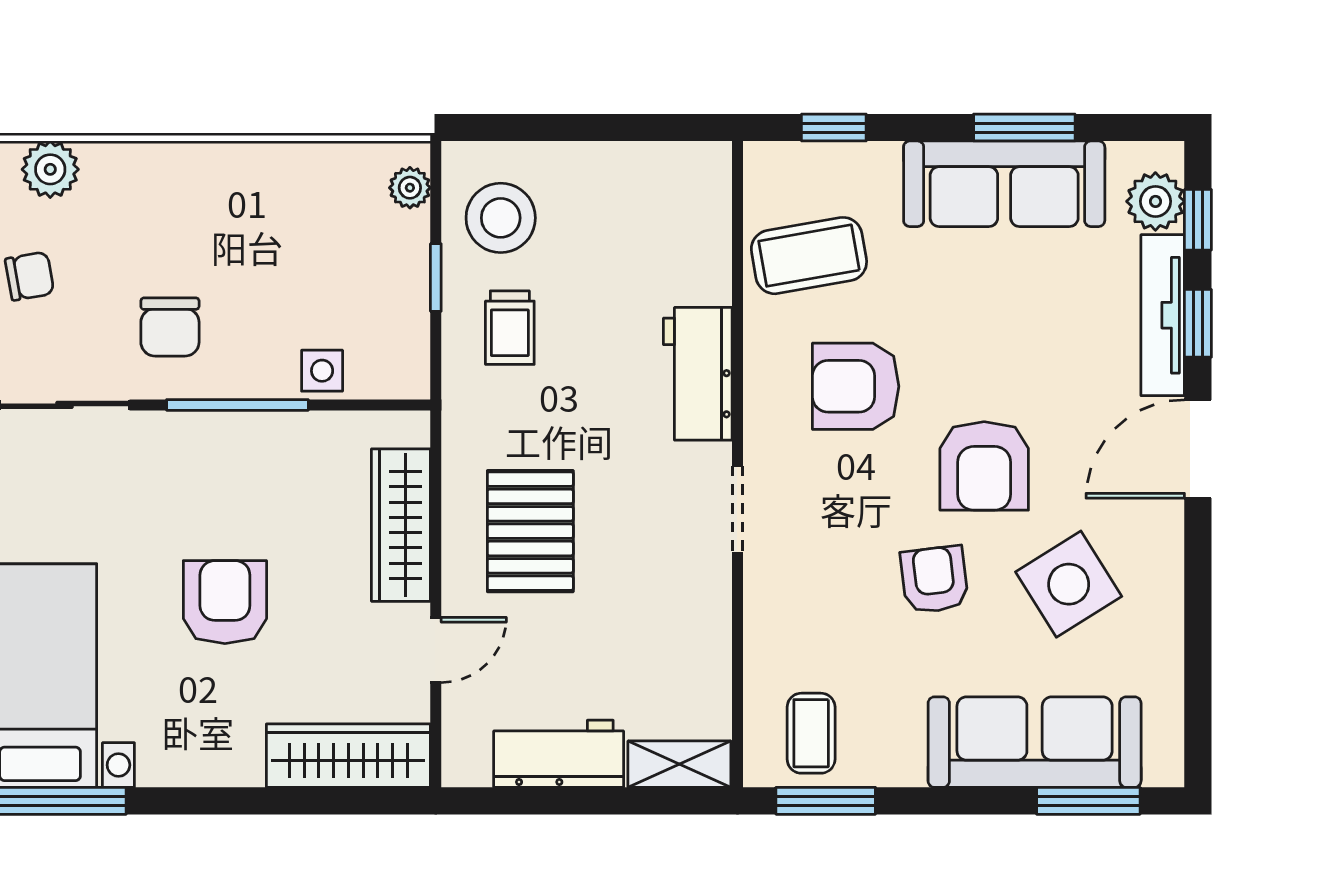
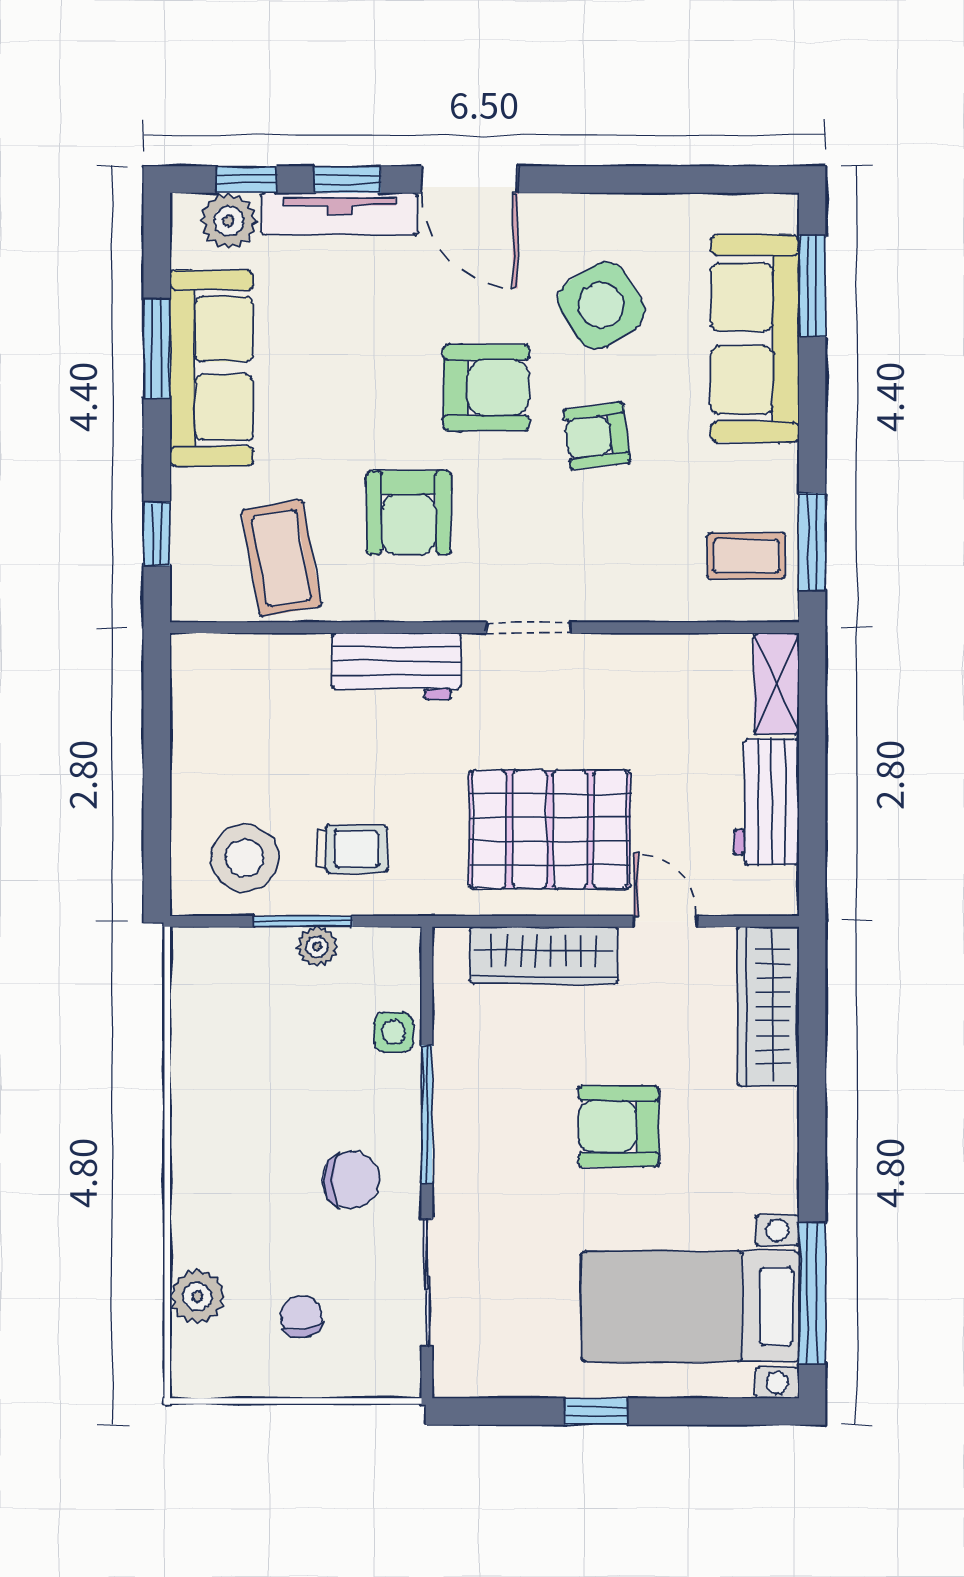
plant: (410, 188) -> (317, 947), moved
window: (436, 278) -> (303, 921), width x1.50
pallet: (530, 531) -> (550, 829), width x1.37, depth x1.41

